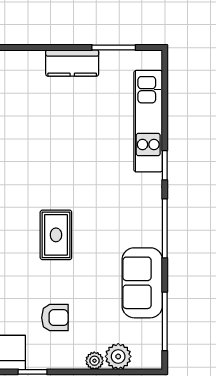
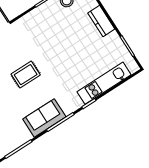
kitchen counter: (72, 63) -> (101, 21), moved
sofa: (142, 283) -> (44, 118), moved

